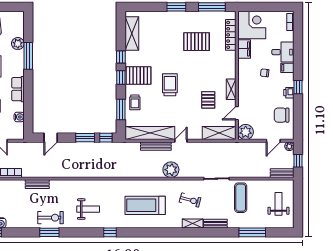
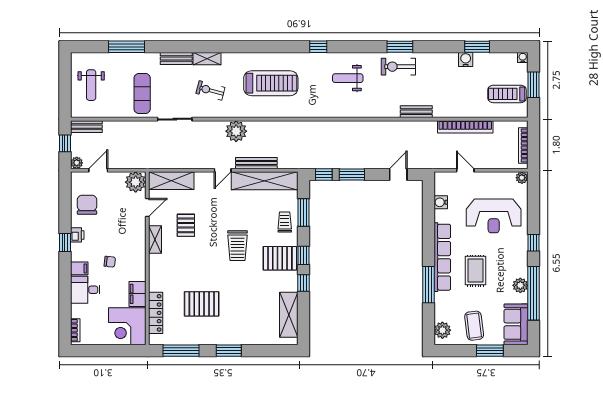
plant: (18, 44) -> (442, 330), moved
row of seats: (18, 89) -> (442, 257), width x2.02
chair: (282, 115) -> (87, 205), turned -90

